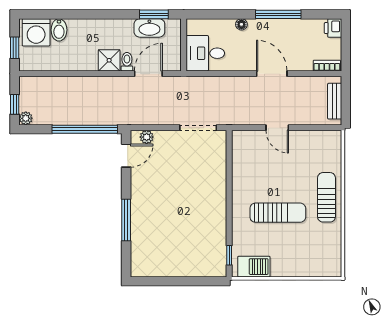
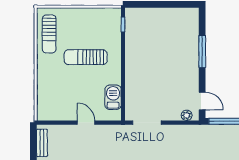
door: (126, 156) -> (202, 101), swing flipped
sun lounger: (326, 197) -> (49, 34), moved
barbecue: (254, 267) -> (113, 97), moved, turned 90

